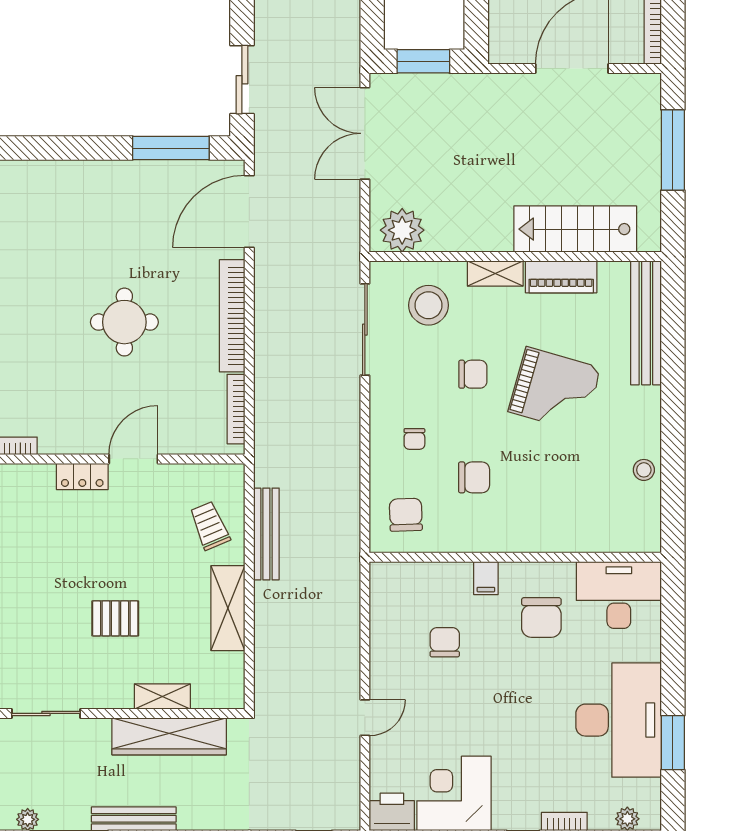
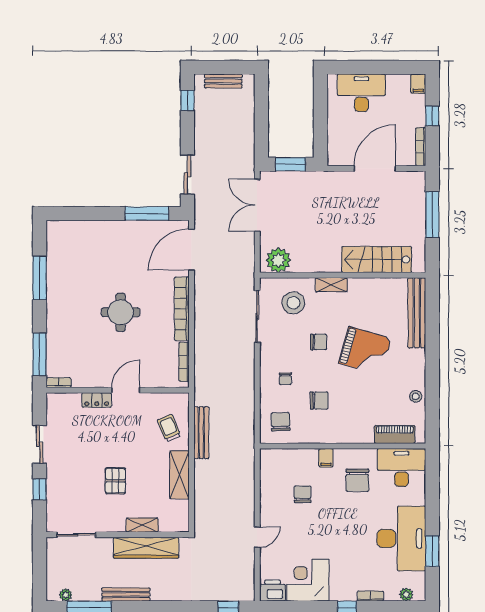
piano: (561, 277) -> (395, 434), moved, turned 180
pallet: (115, 618) -> (115, 481), turned 90

